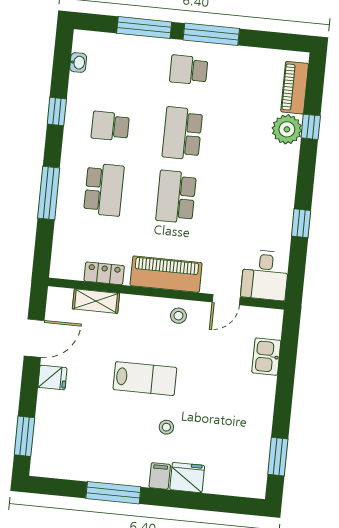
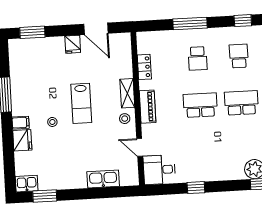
school desk: (104, 190) -> (198, 58), width x0.54
piano: (166, 274) -> (148, 107), width x0.73, depth x0.75
shelving: (96, 301) -> (127, 93), moved
kitchen sink: (266, 357) -> (103, 179), width x1.38
kitchen sink: (255, 481) -> (27, 184), added

